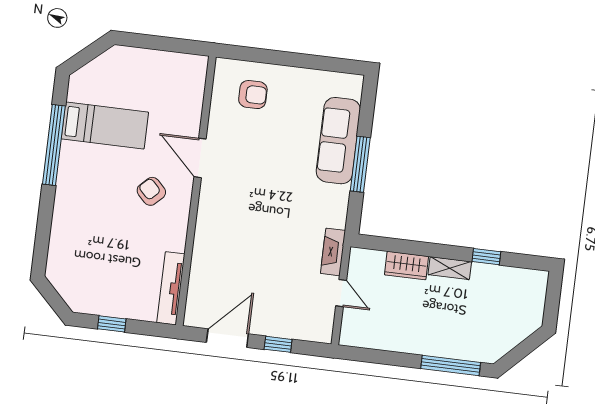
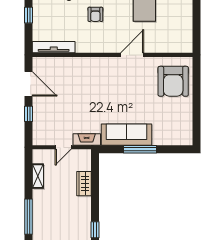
armchair: (253, 95) -> (173, 81), width x1.88, depth x1.88
sofa: (338, 141) -> (126, 135), moved
armchair: (151, 191) -> (95, 14), moved, turned 134
shelving: (450, 268) -> (38, 176), moved

